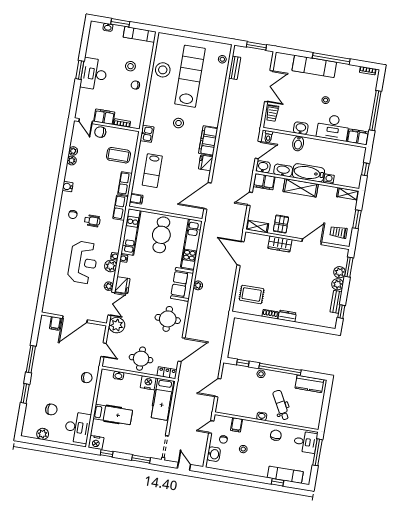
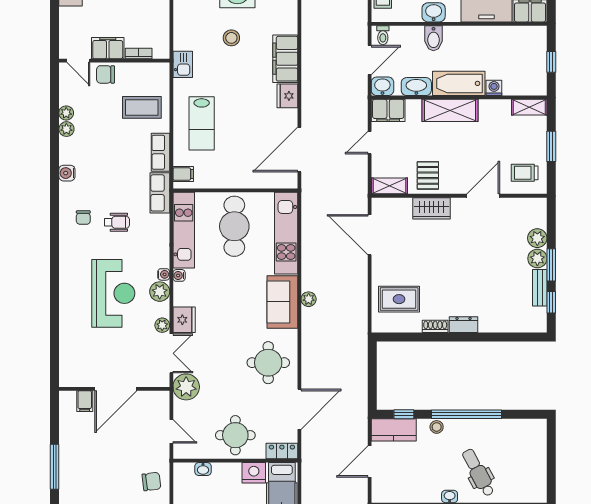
window: (349, 267) -> (551, 265), moved
kitchen counter: (309, 384) -> (394, 430), moved

